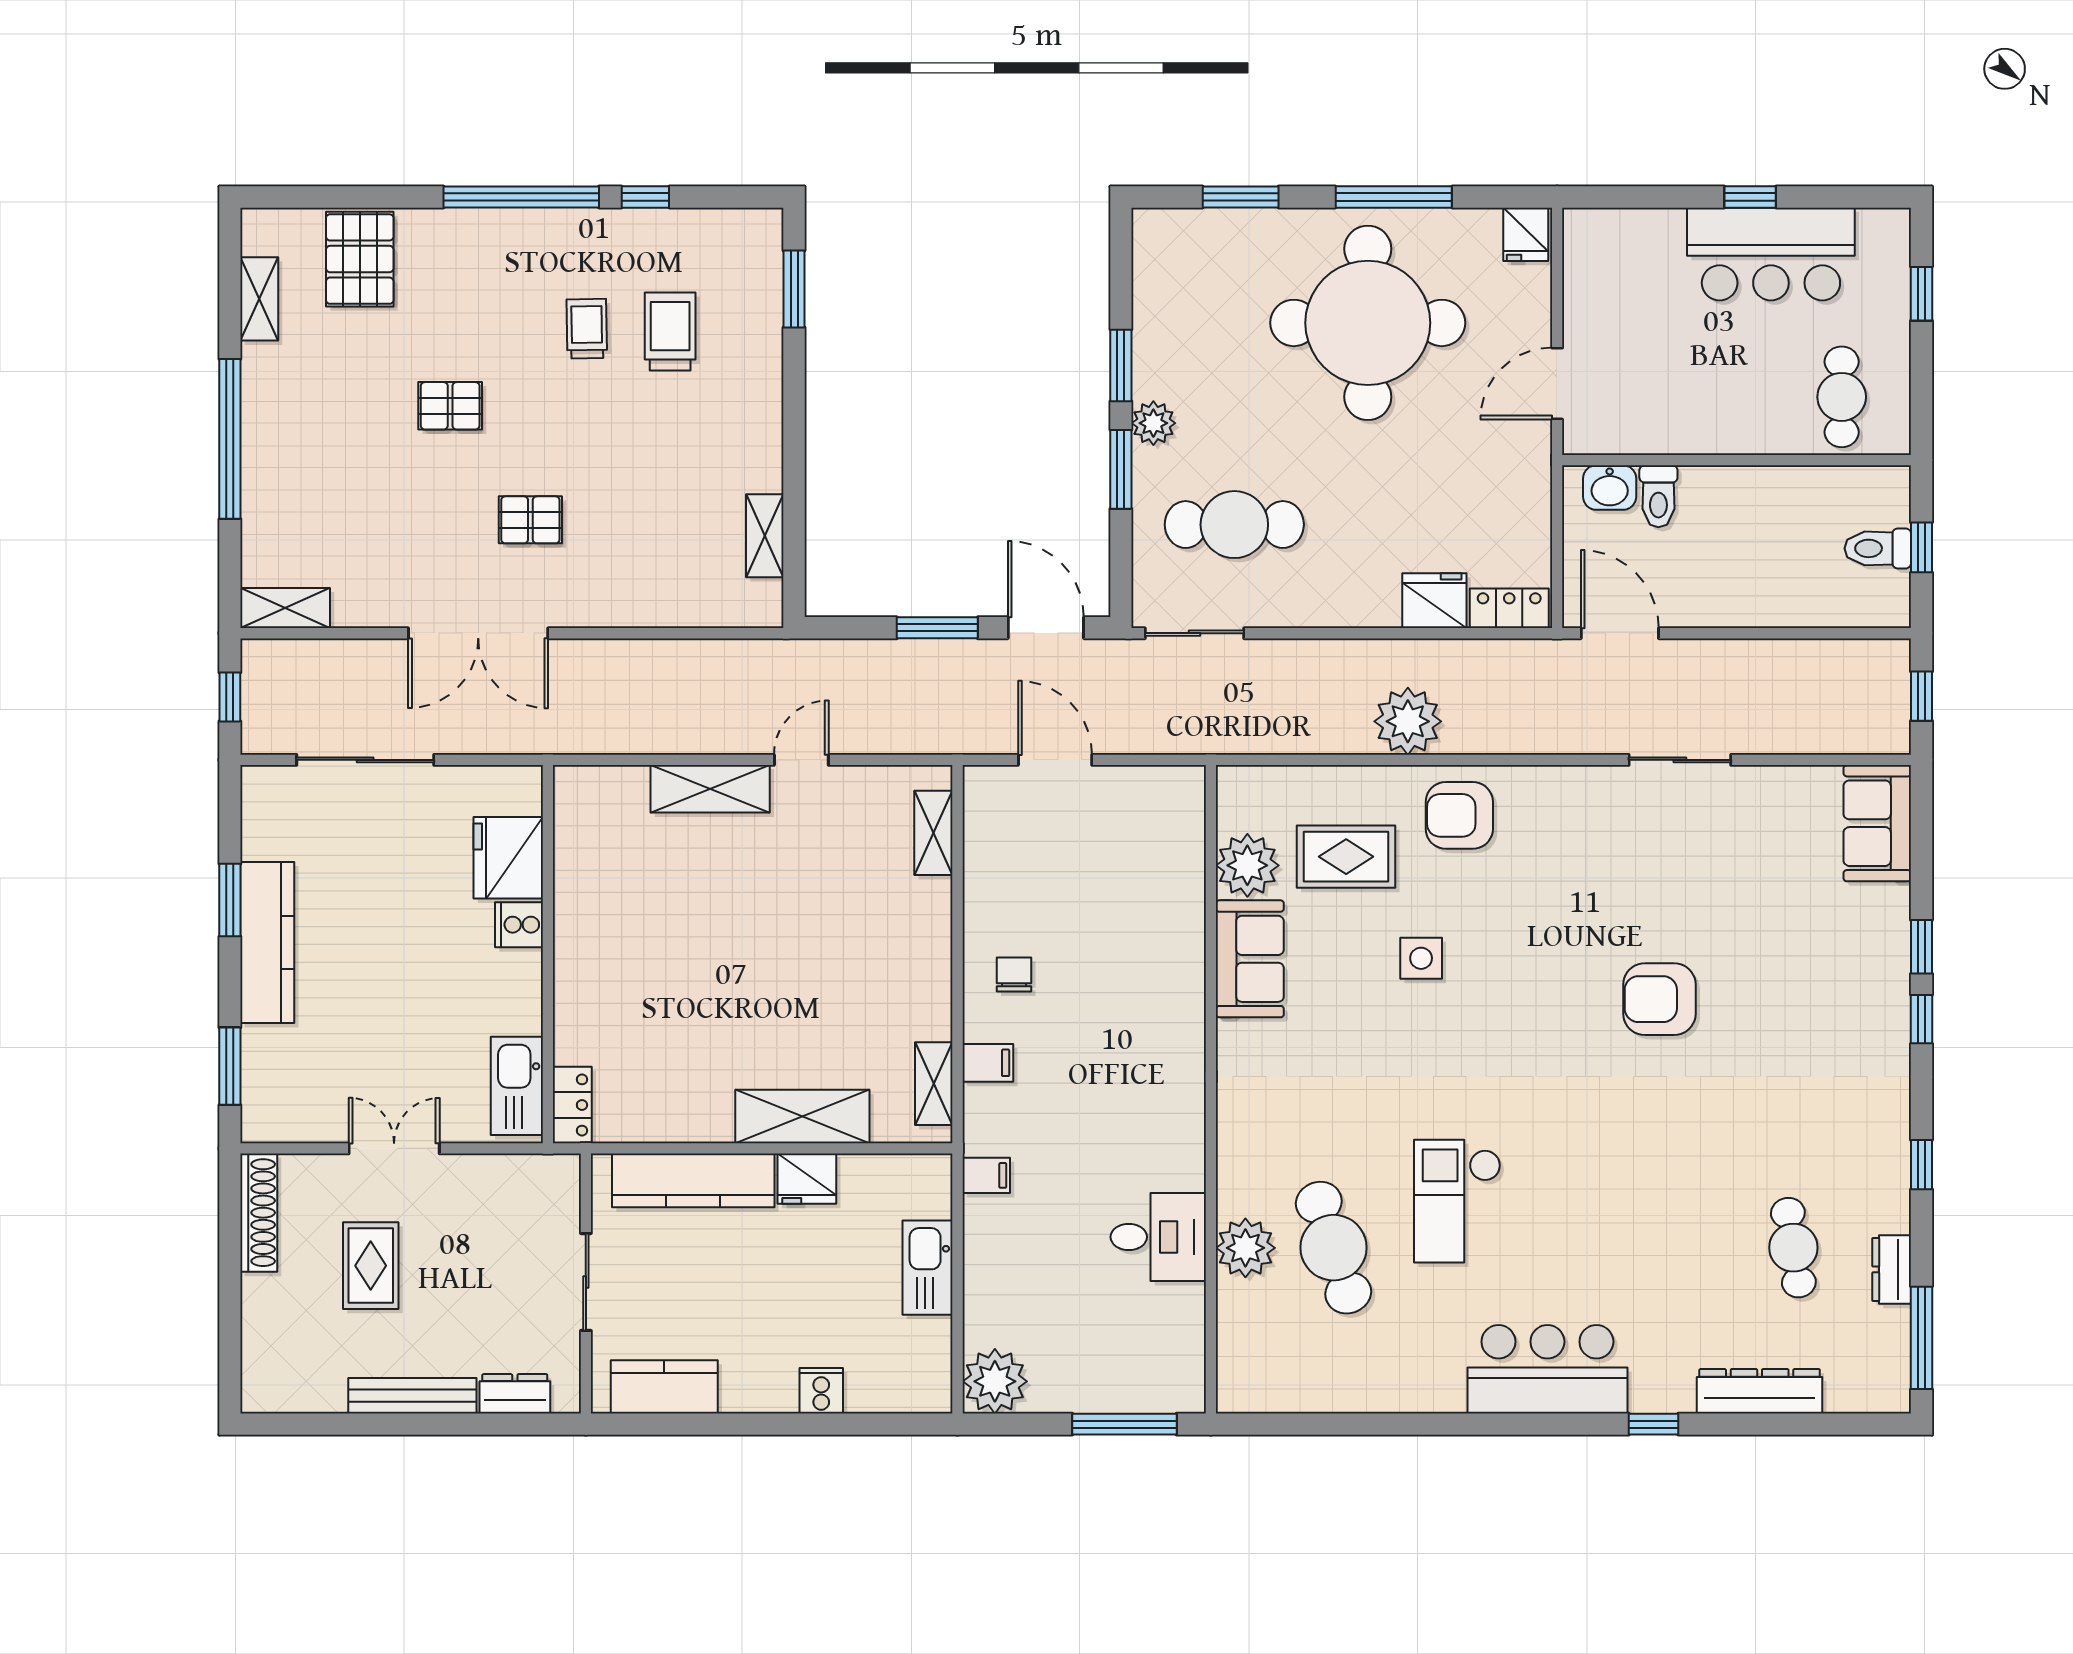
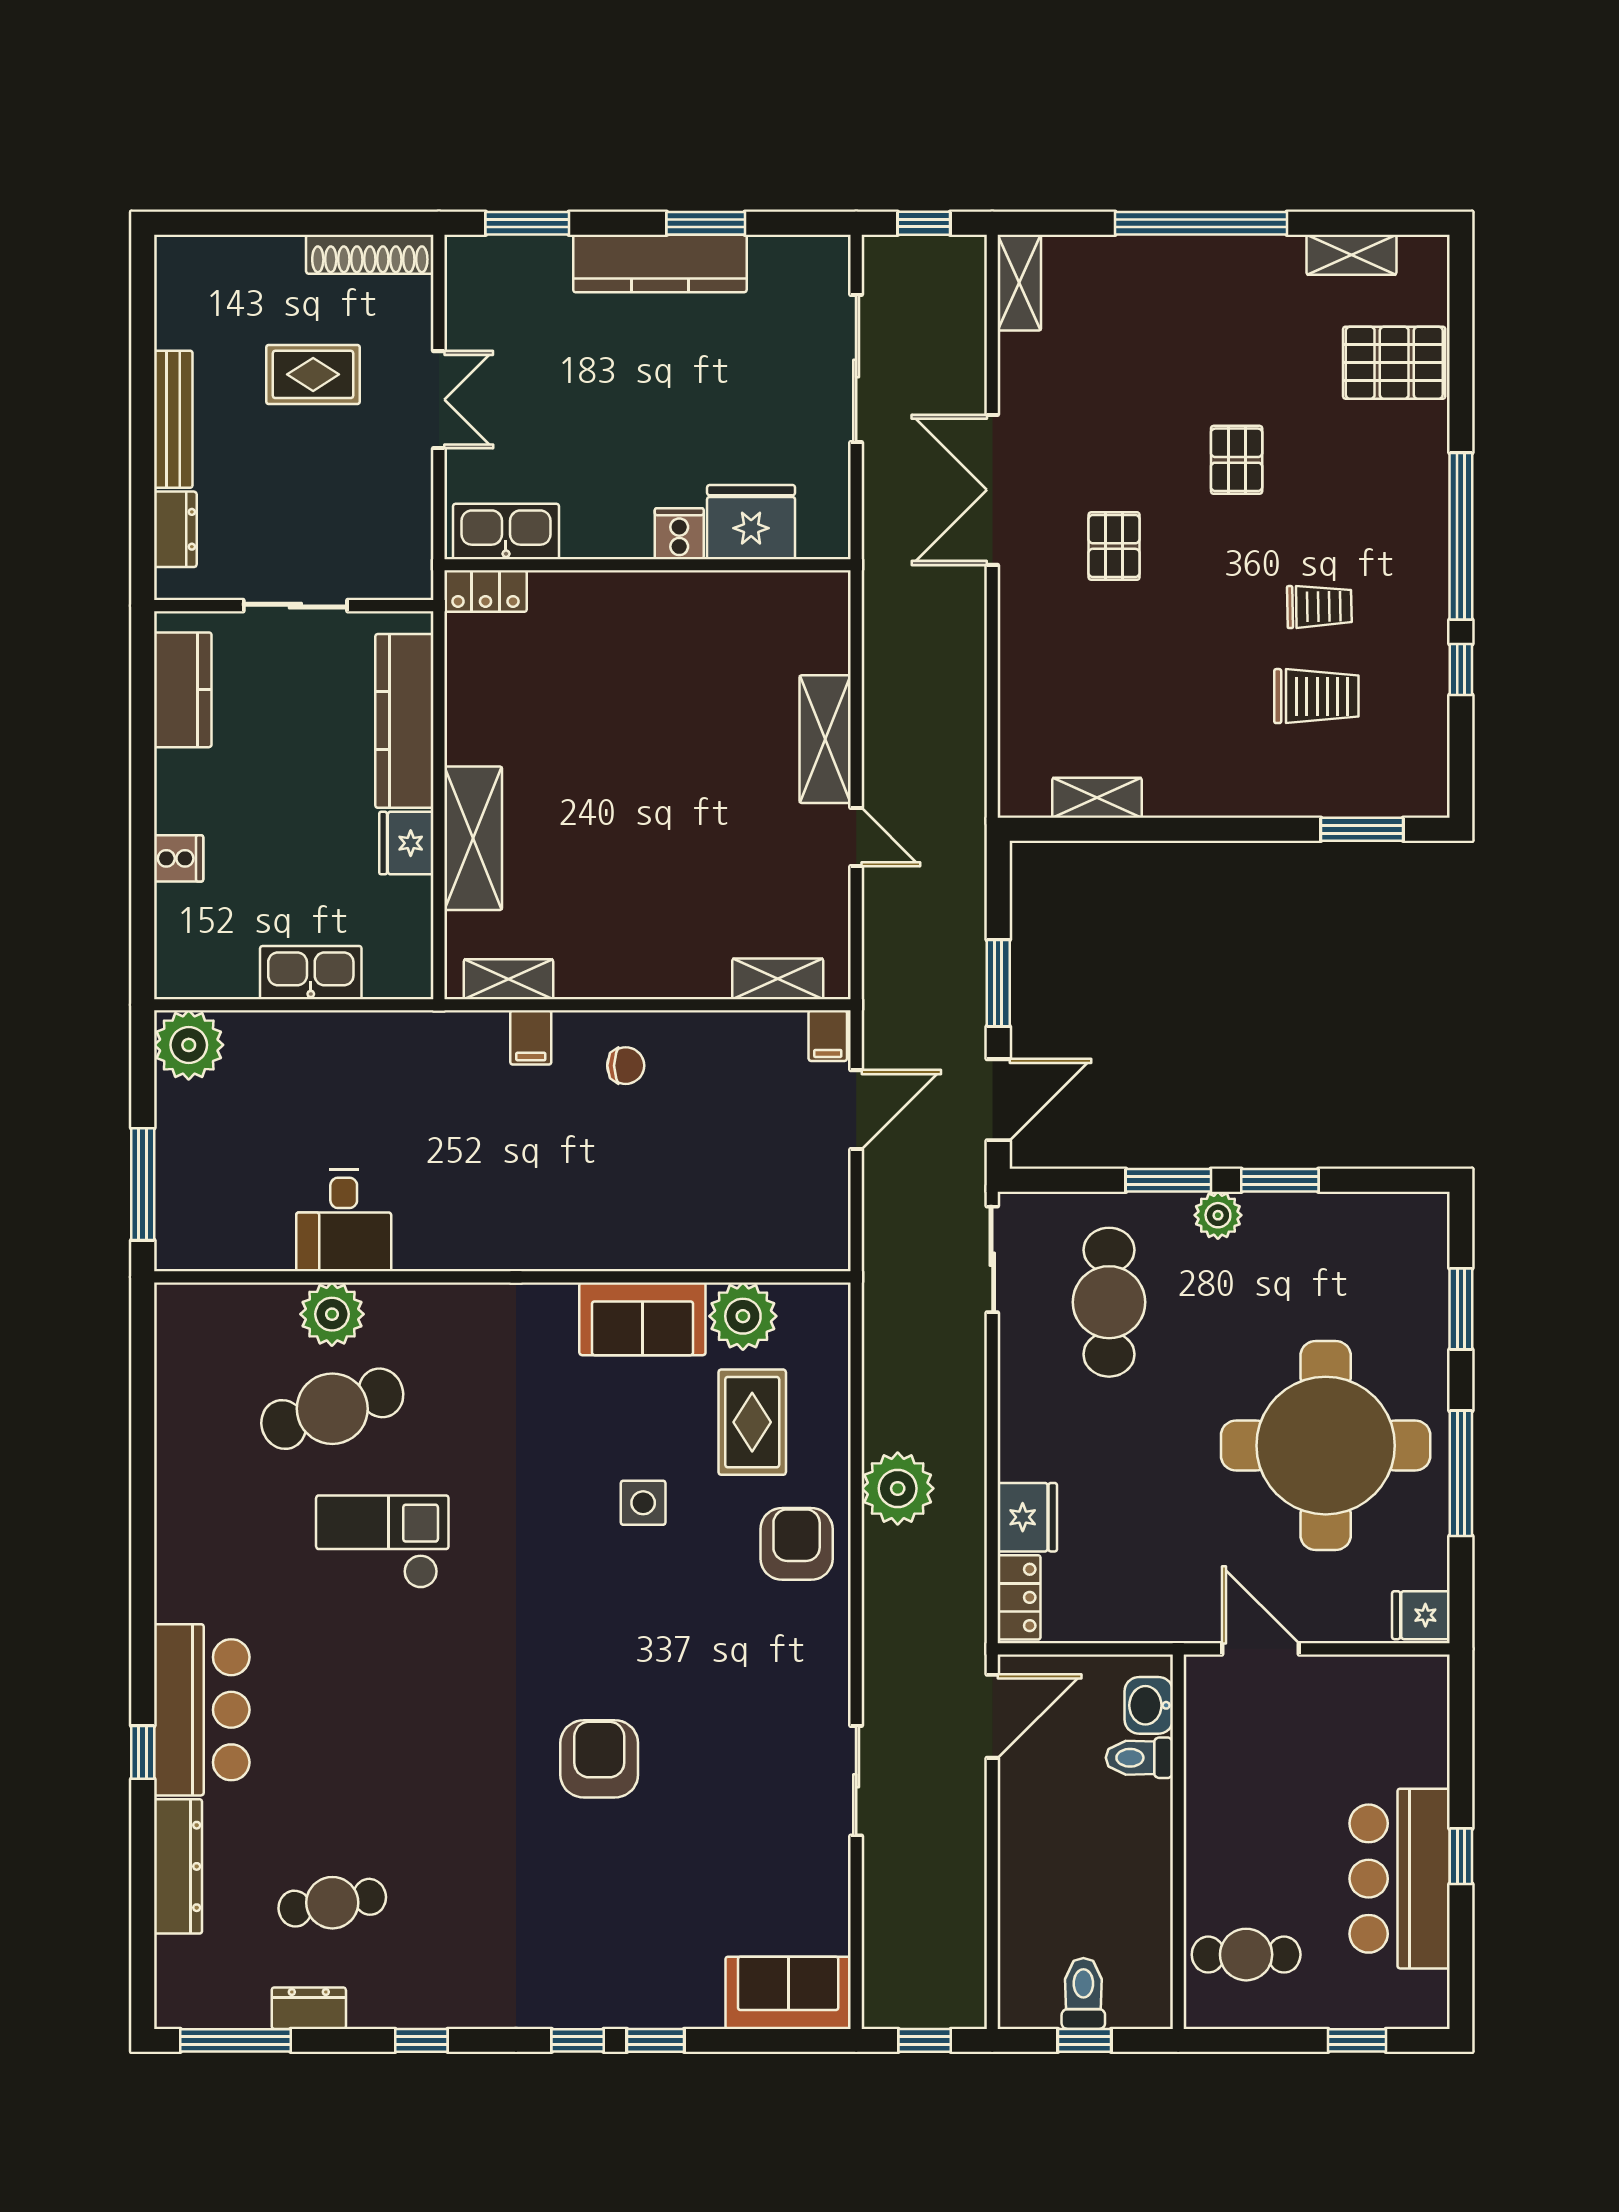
filing cabinet: (986, 1175) -> (828, 1036), moved
bar counter: (1547, 1369) -> (202, 1710), moved

